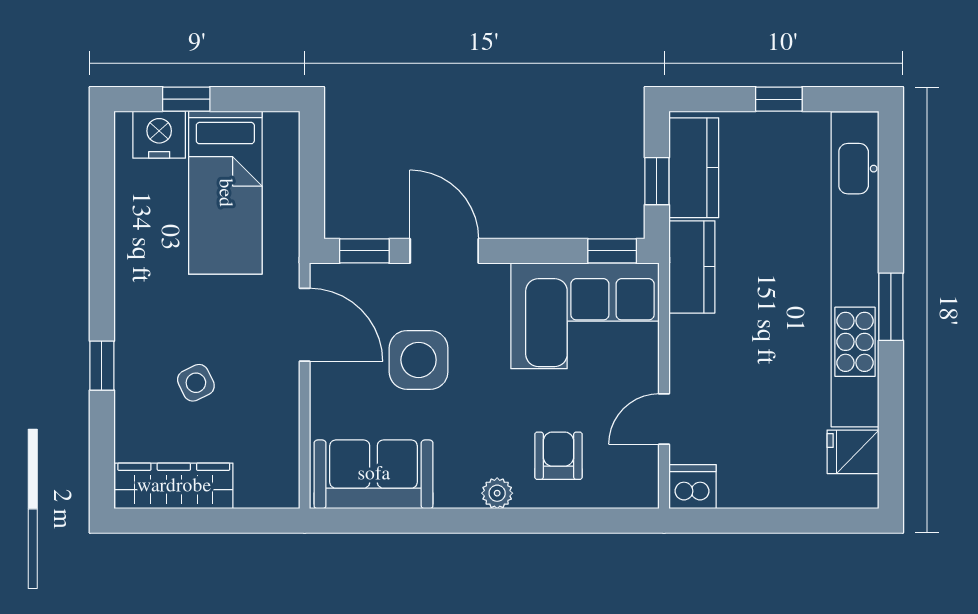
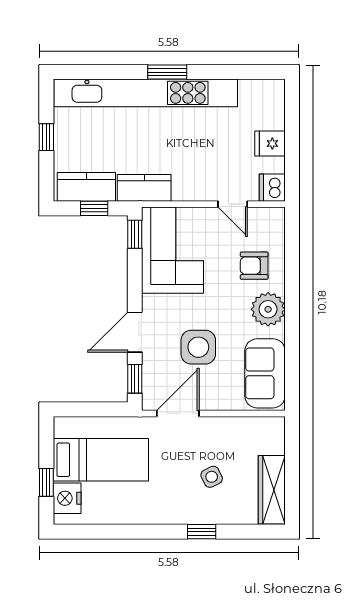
fridge: (853, 452) -> (270, 143), moved, turned 90
plant: (497, 493) -> (268, 309), width x1.88, depth x1.88

